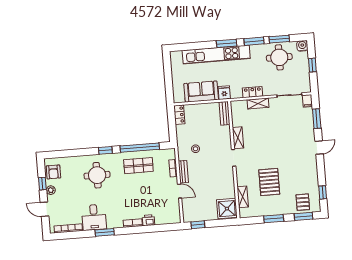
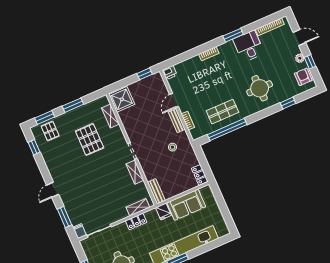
shelving: (258, 104) -> (138, 207), moved
window: (105, 150) -> (288, 103), moved
door: (180, 191) -> (174, 100), hinge flipped
printer: (149, 220) -> (169, 73), moved

